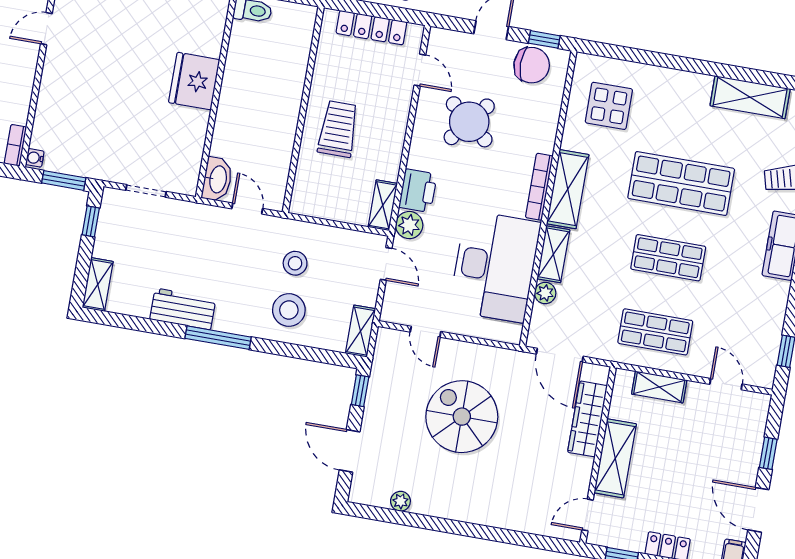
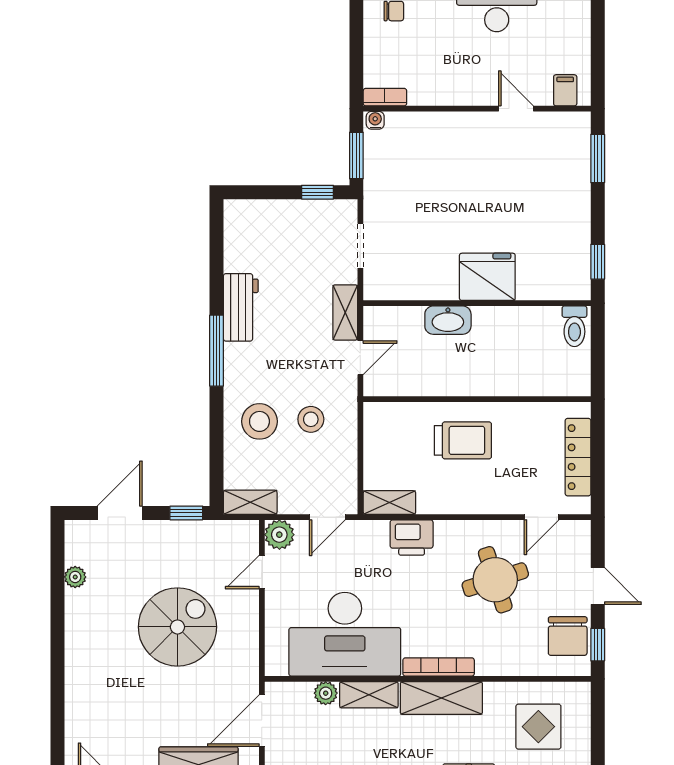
round table: (469, 122) -> (495, 580), turned 33
washbasin: (217, 179) -> (448, 320), moved
plant: (409, 225) -> (279, 535), moved
shelving: (98, 285) -> (345, 312), moved, turned 90

